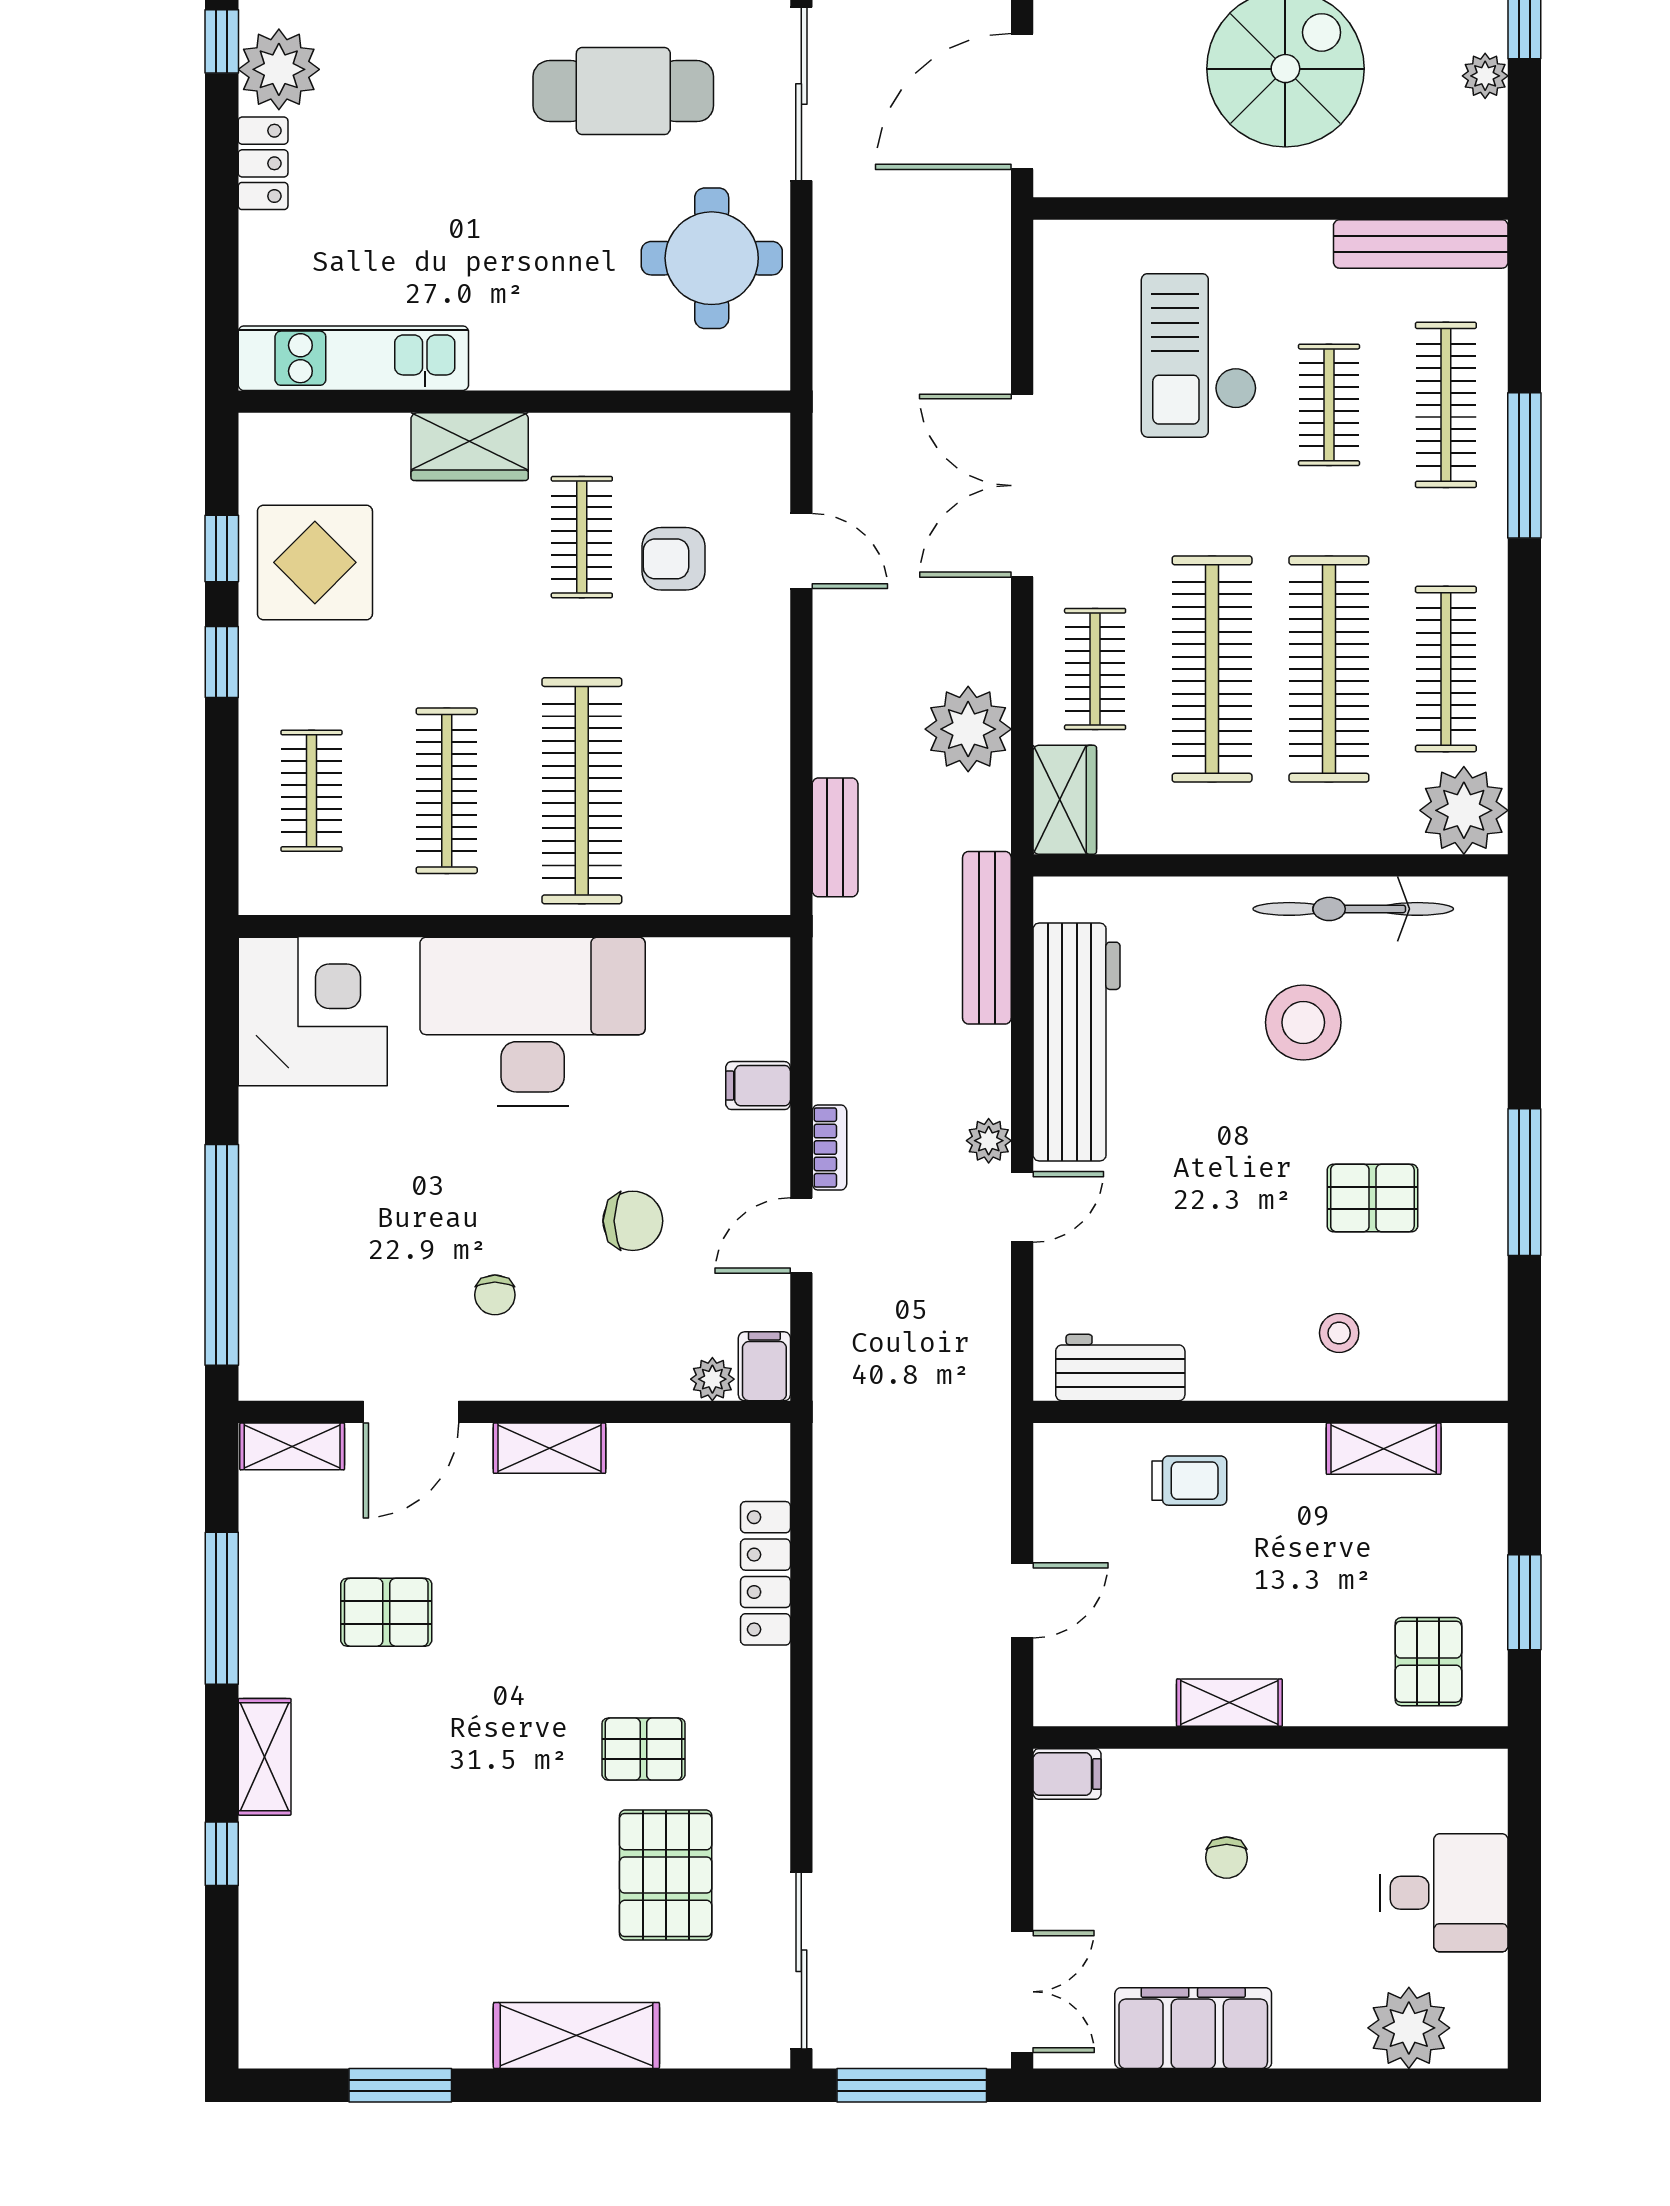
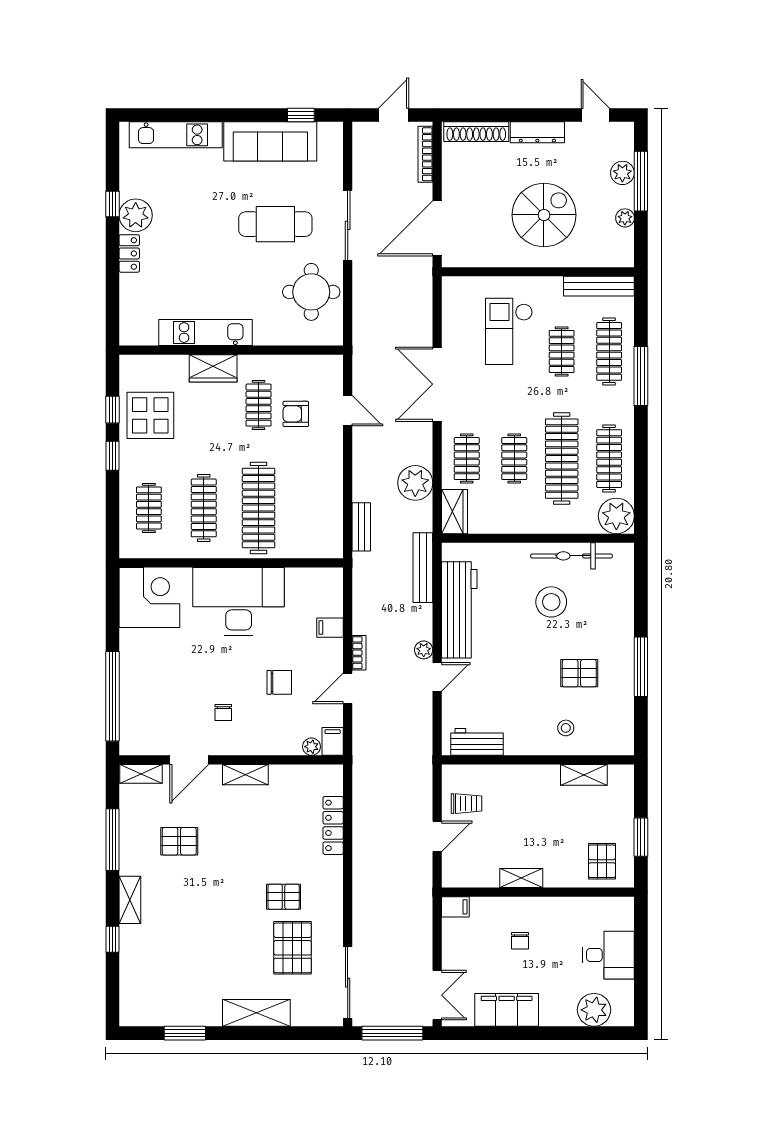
kitchen unit: (353, 358) -> (205, 333), moved
clothes rail: (1212, 669) -> (514, 459), width x0.54, depth x0.76
trolley: (1189, 1481) -> (466, 804), moved

